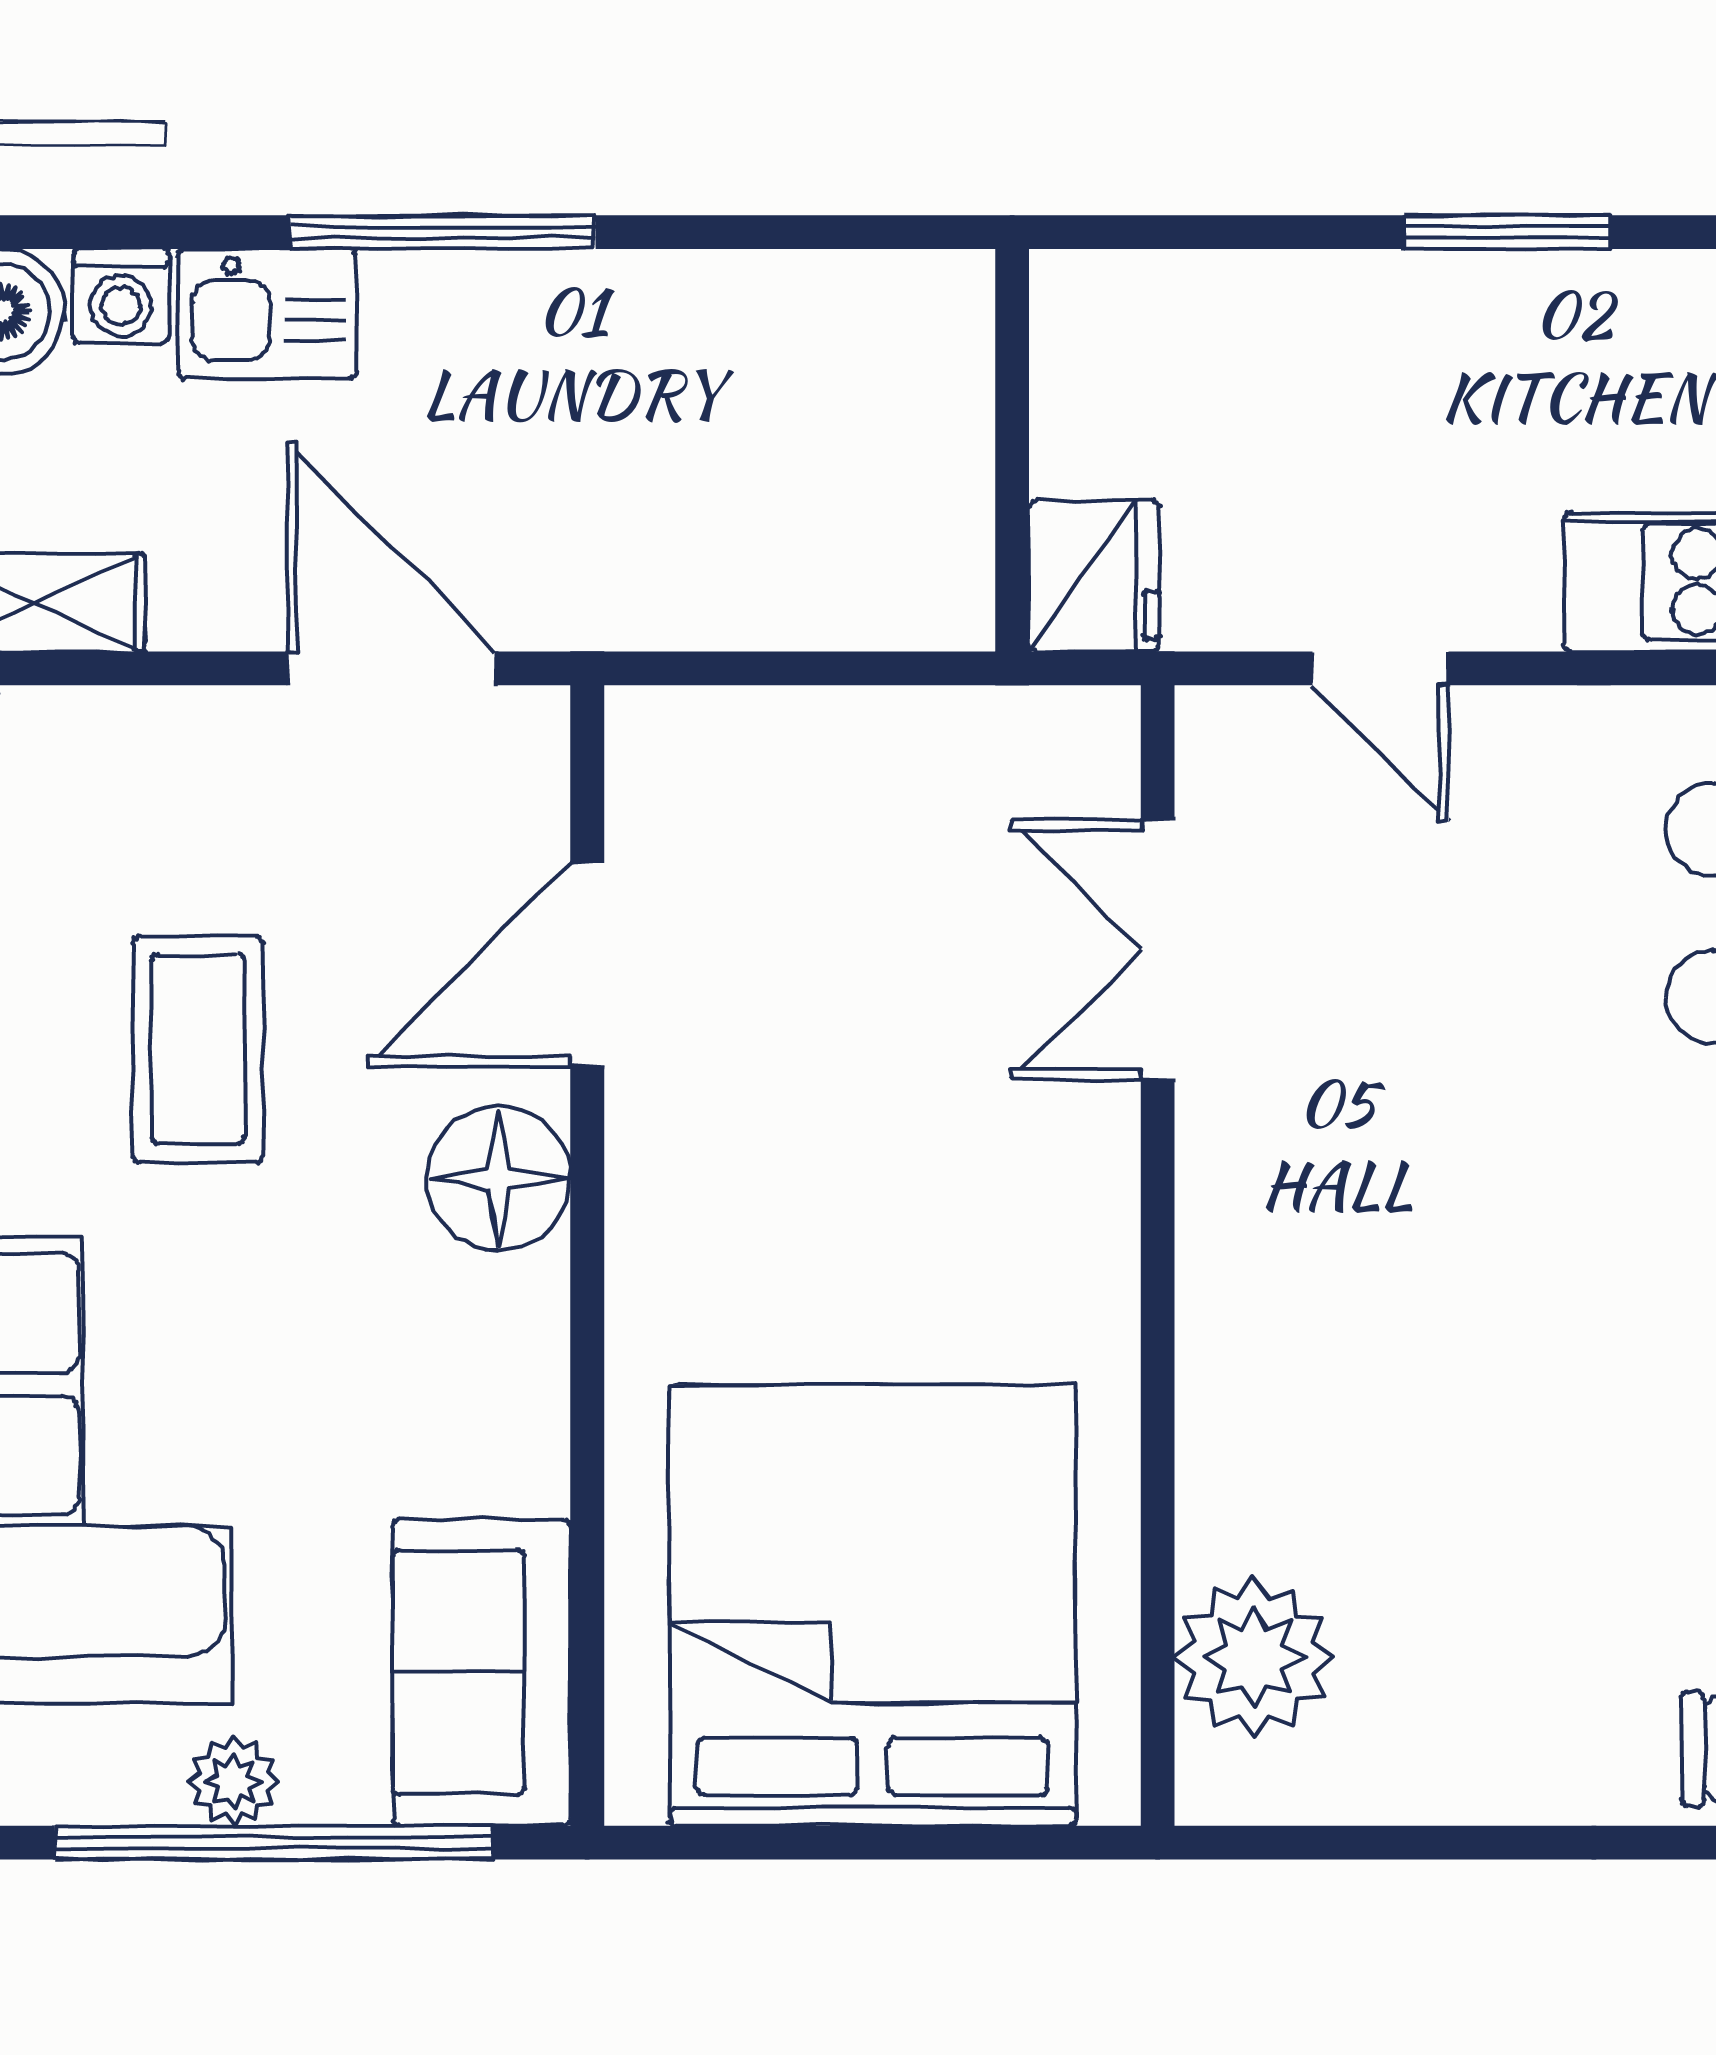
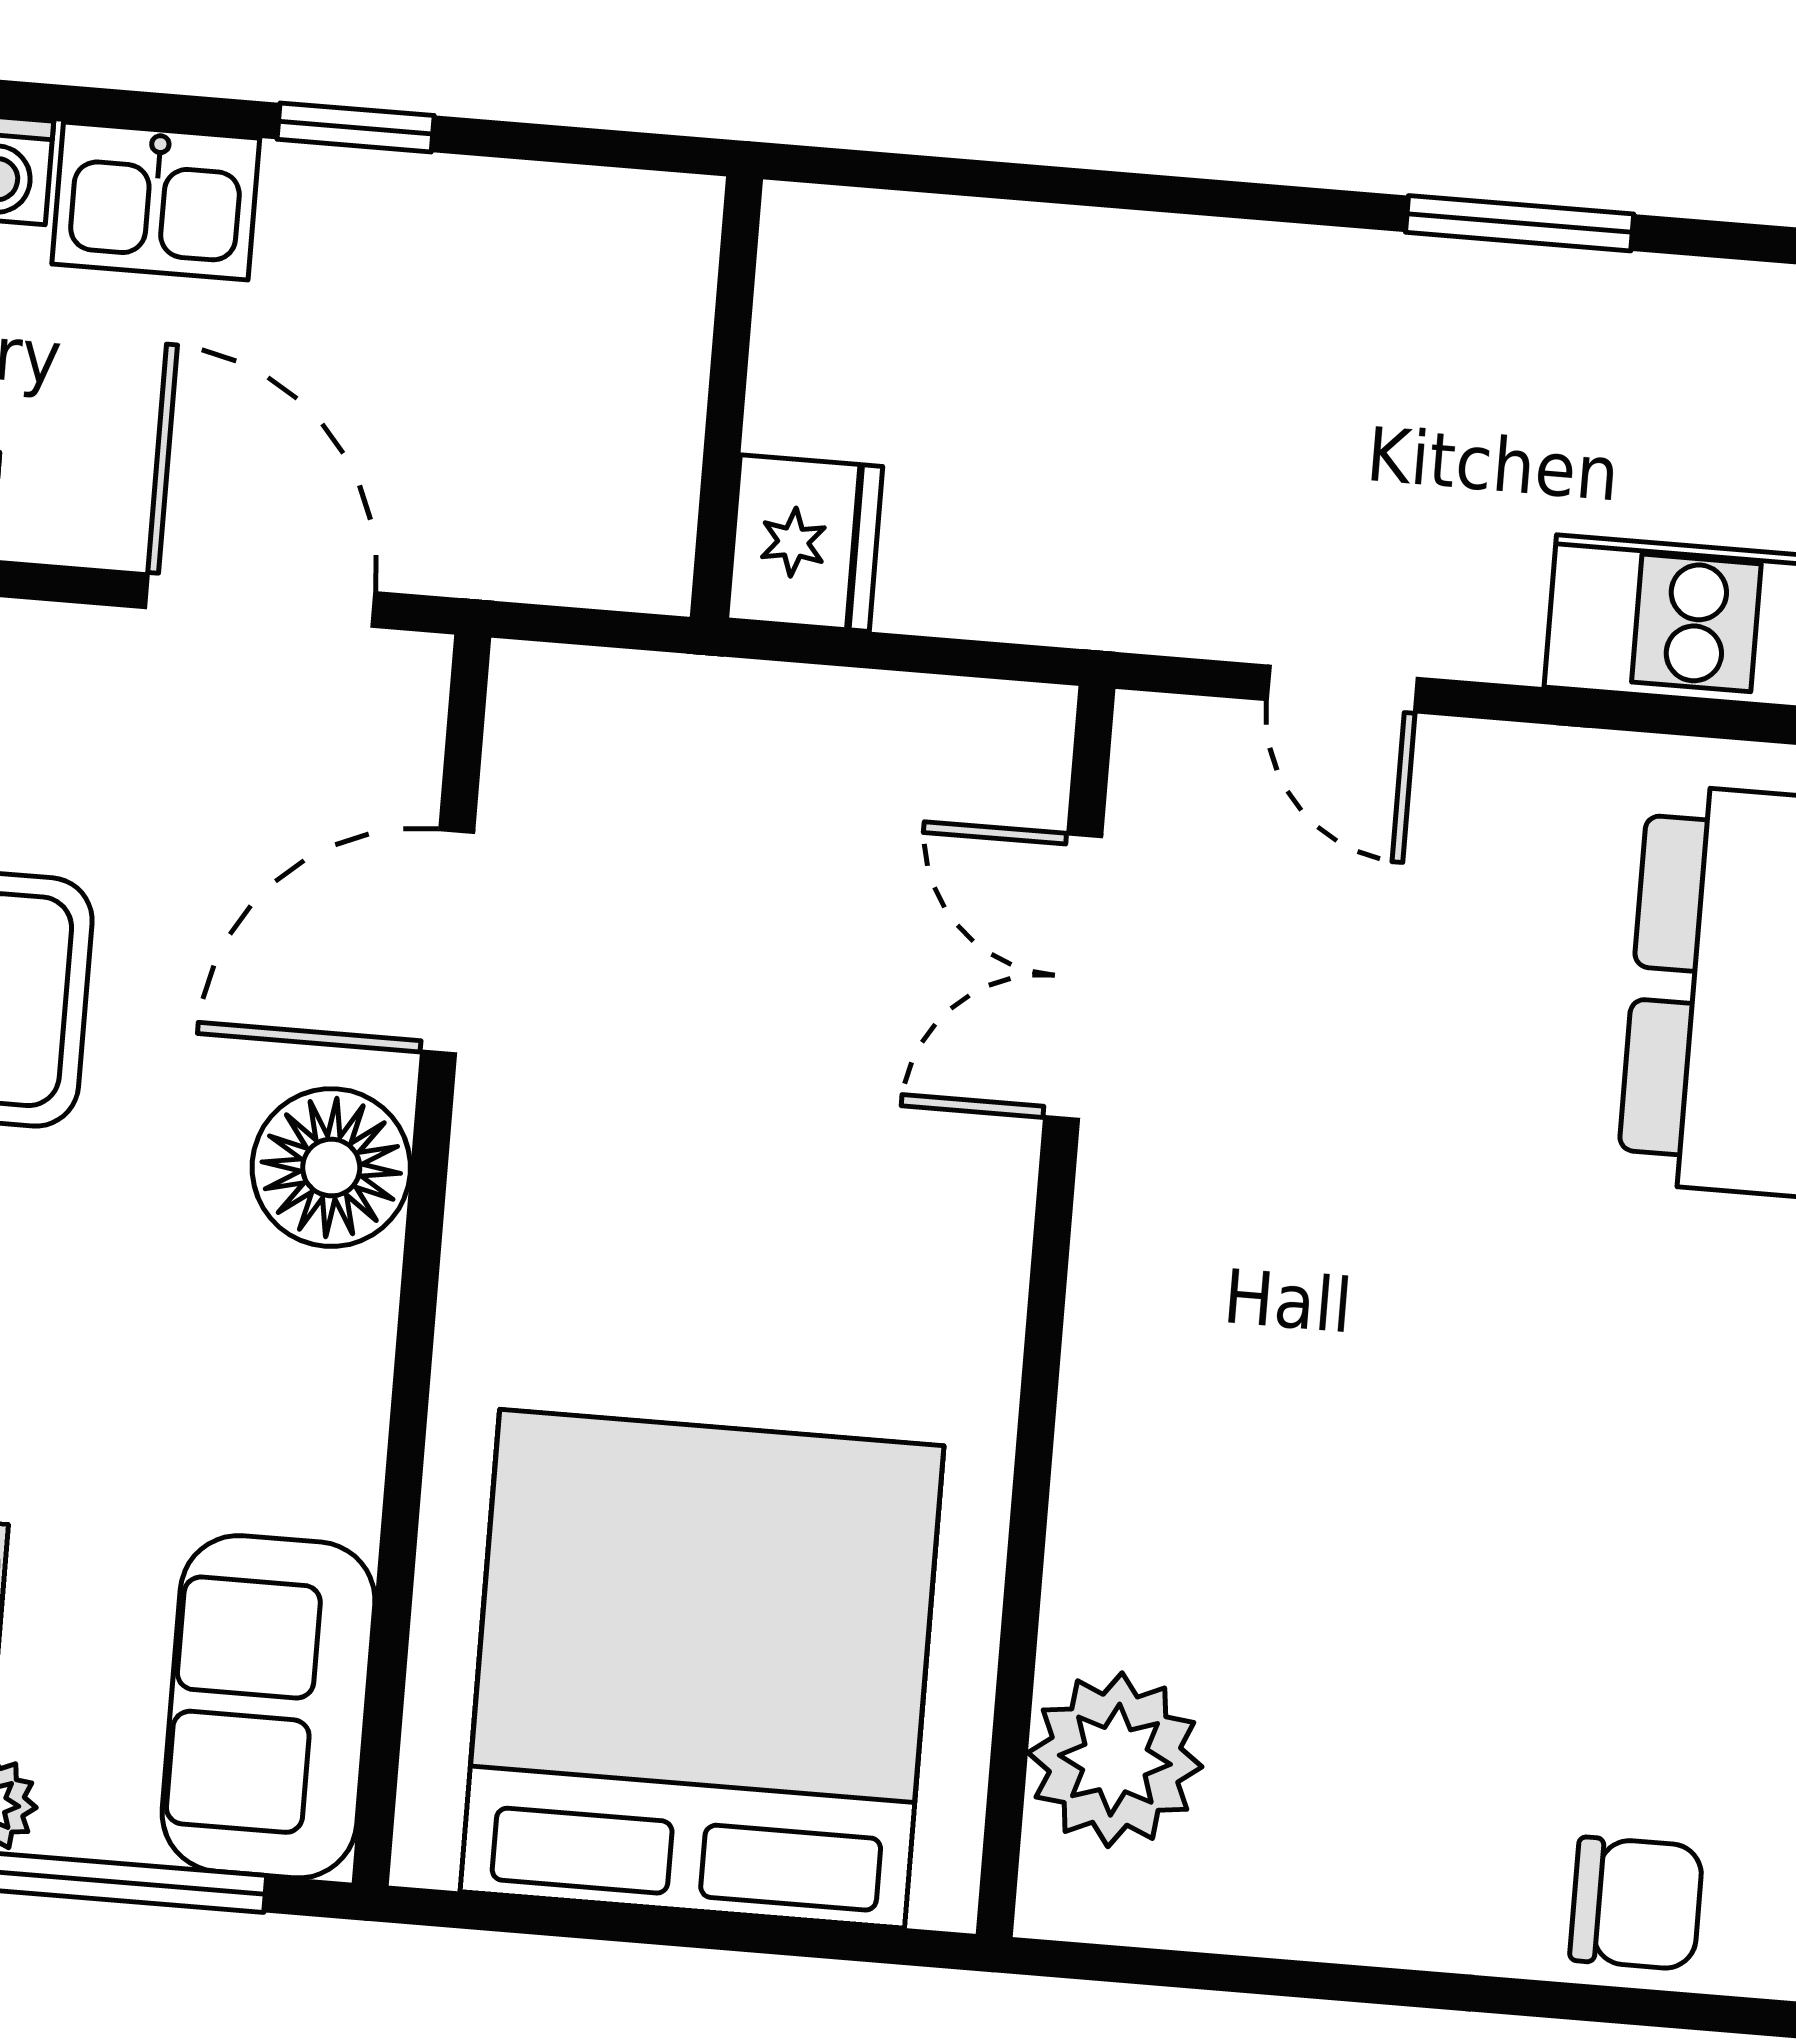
window: (443, 232) -> (356, 127), width x0.46
wall: (1012, 450) -> (726, 398), moved
fridge: (1094, 576) -> (805, 543), moved

